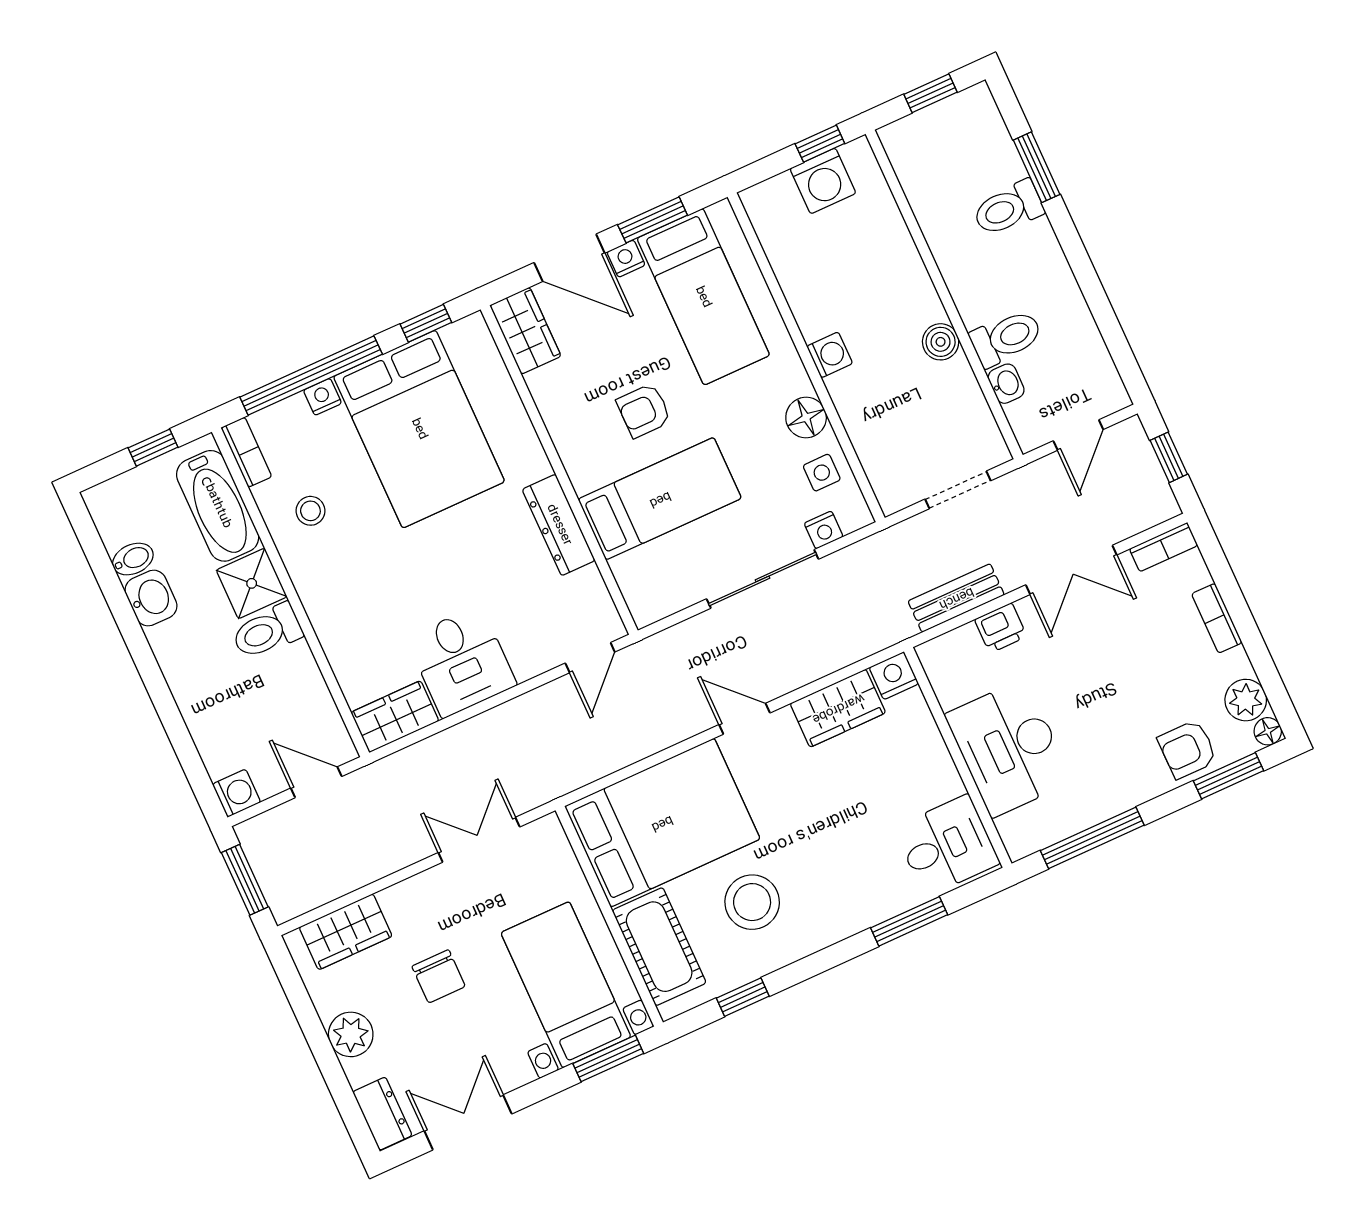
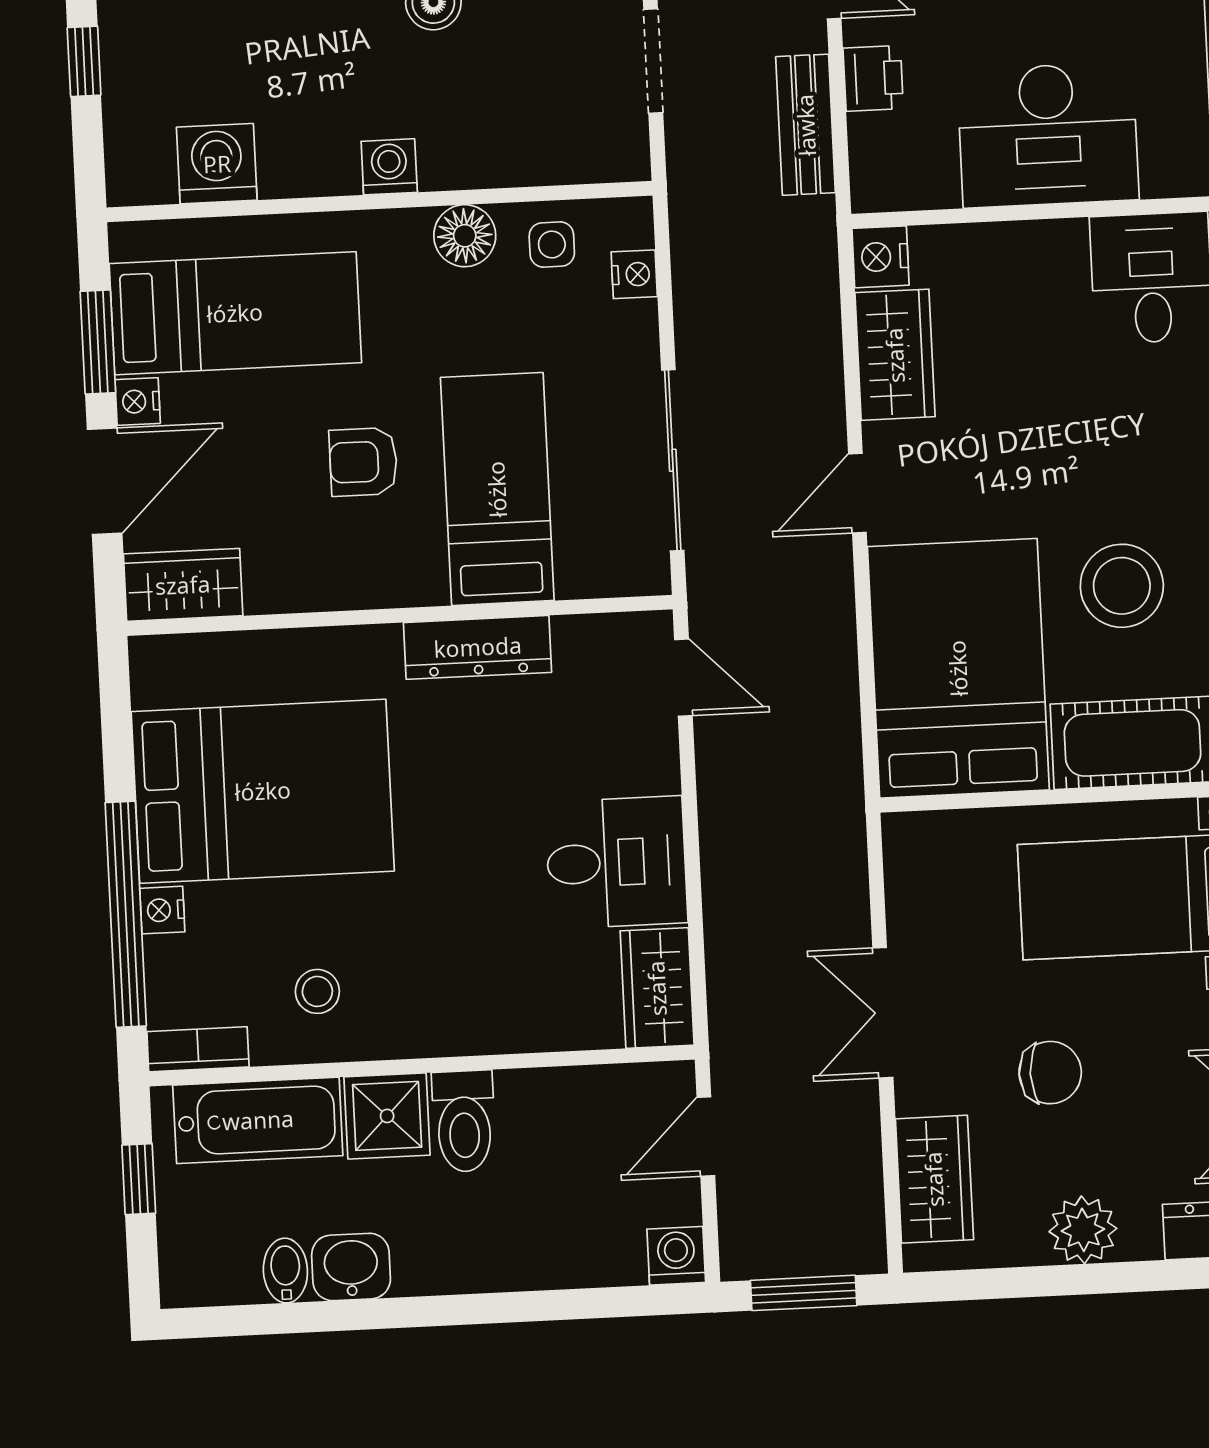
washing machine: (823, 181) -> (217, 164), moved, turned -90
window: (426, 323) -> (116, 722), removed
armchair: (644, 411) -> (363, 462), turned 90
sliding door: (762, 579) -> (673, 460), moved
double door: (479, 840) -> (883, 1013), moved

